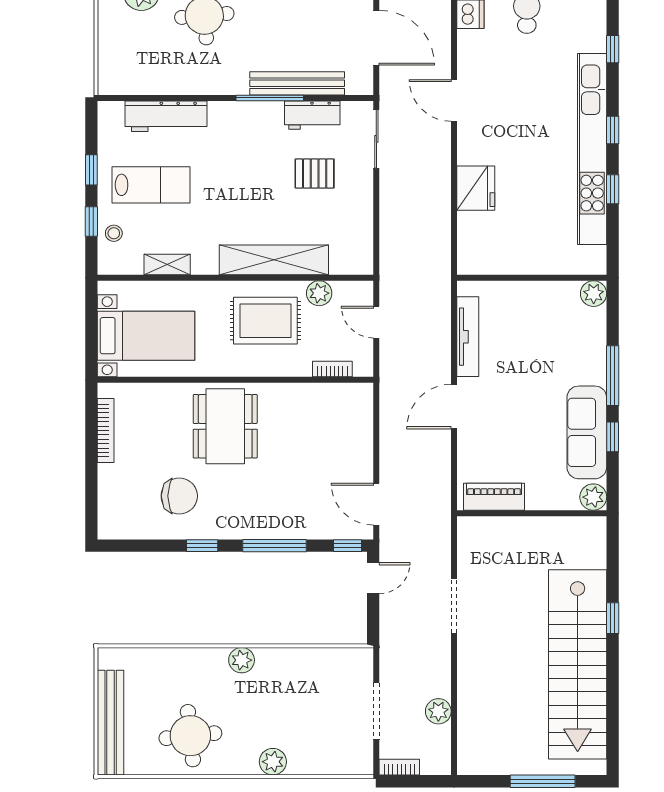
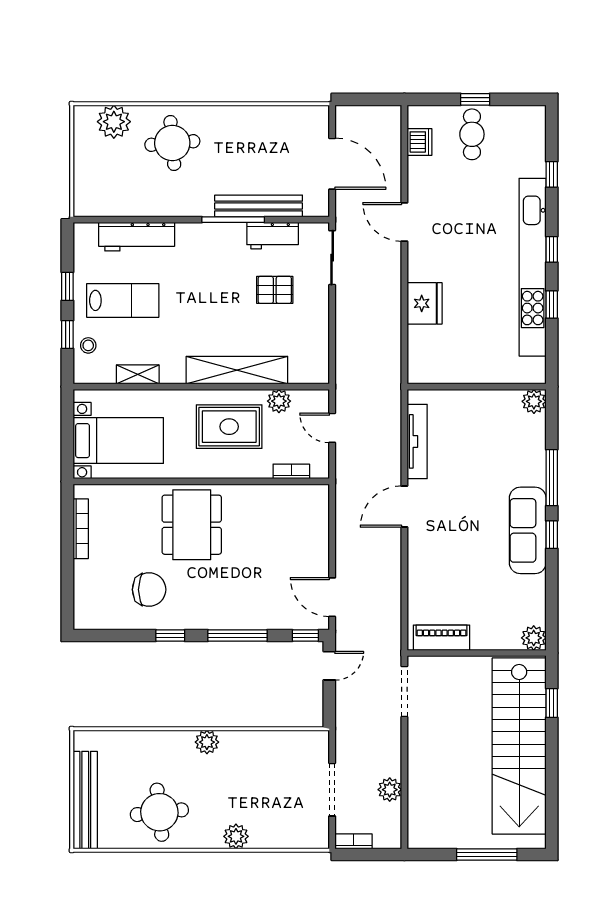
piano: (494, 497) -> (442, 638), moved
plant: (593, 497) -> (534, 638), moved
wall: (532, 513) -> (477, 653), moved

